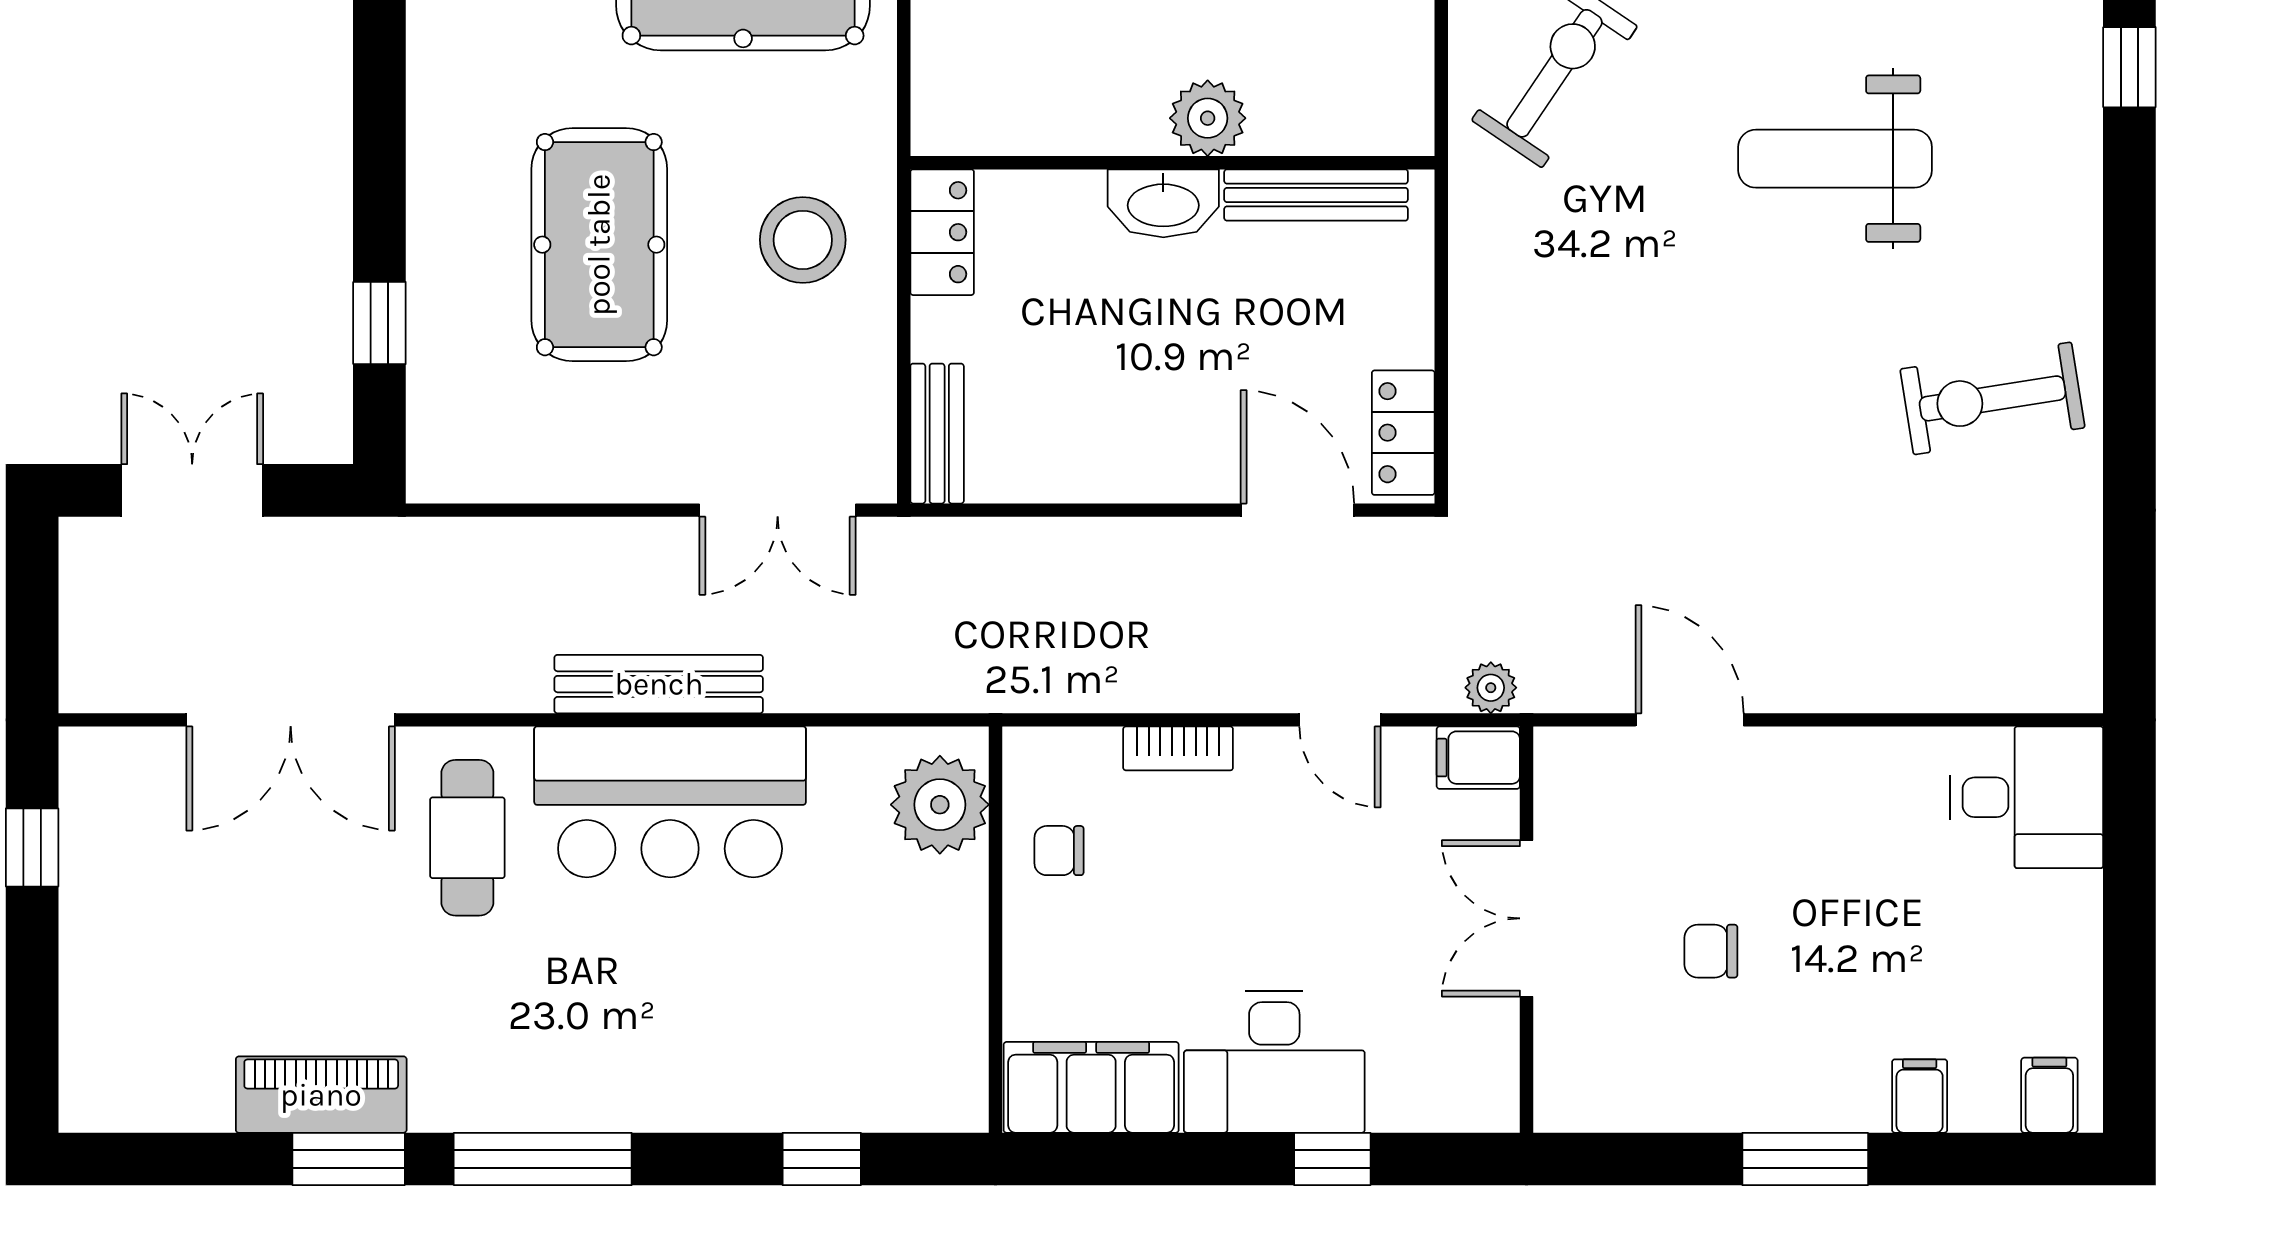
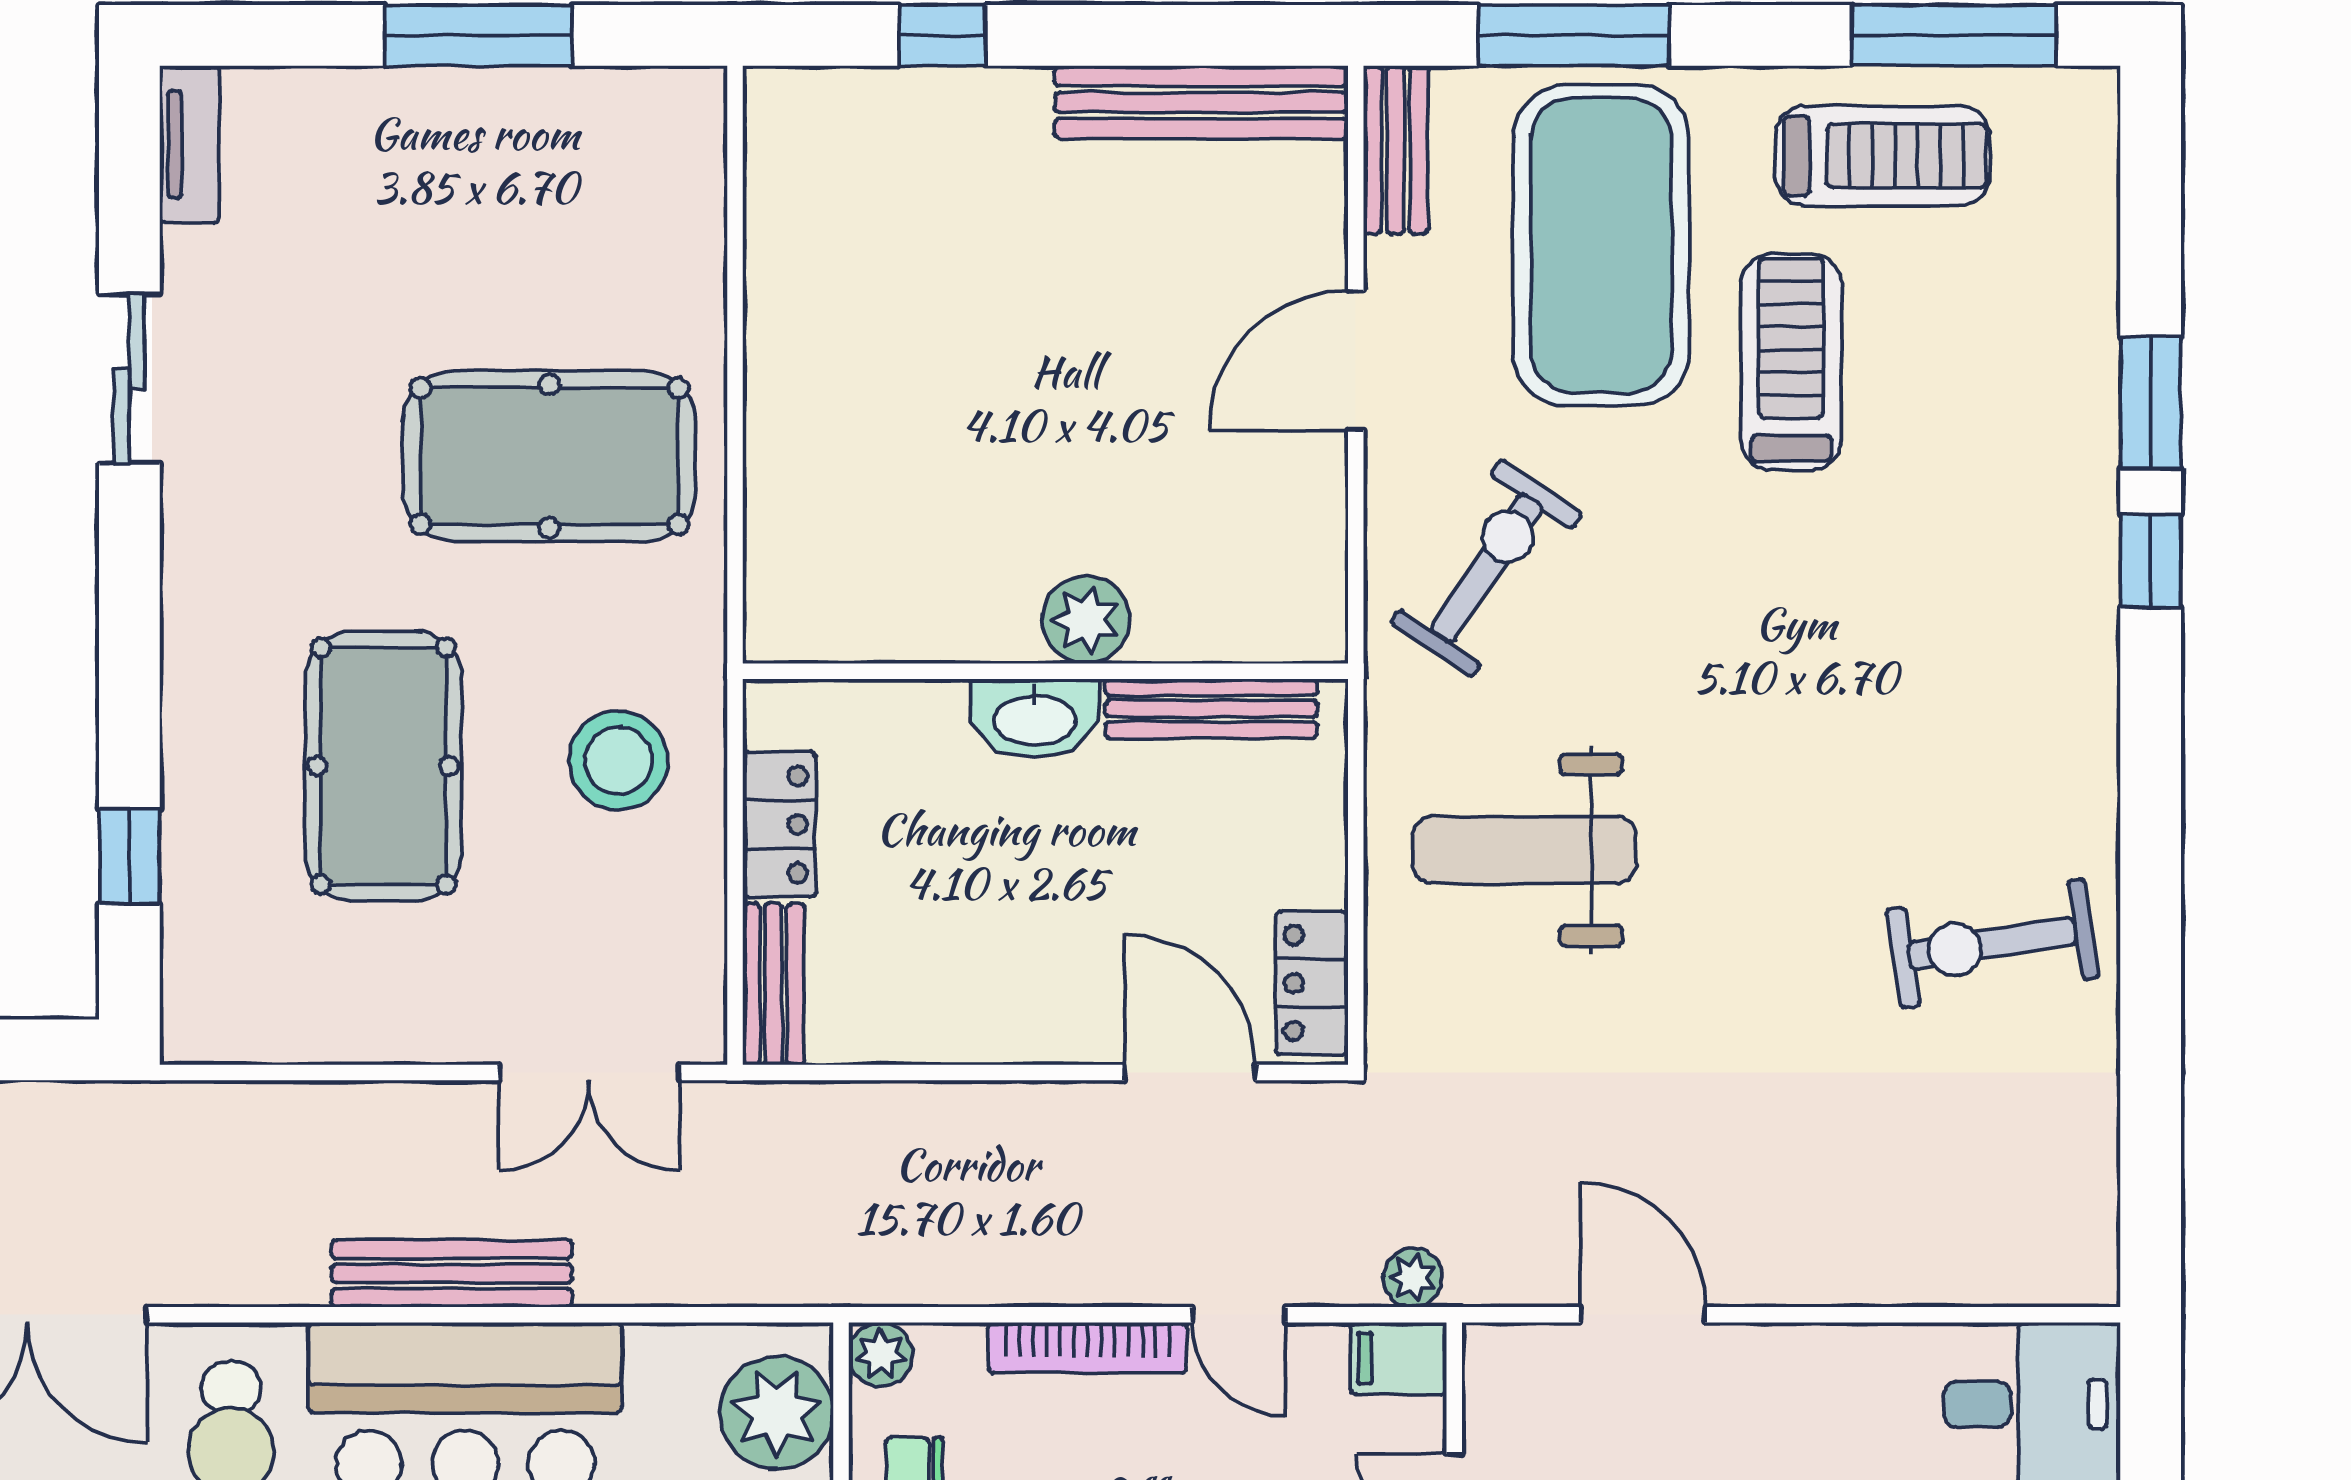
weight bench: (1835, 159) -> (1524, 850), moved
locker: (942, 232) -> (779, 824), moved
bookcase: (1178, 748) -> (1088, 1348), width x1.56
plant: (1030, 754) -> (881, 1354), added

